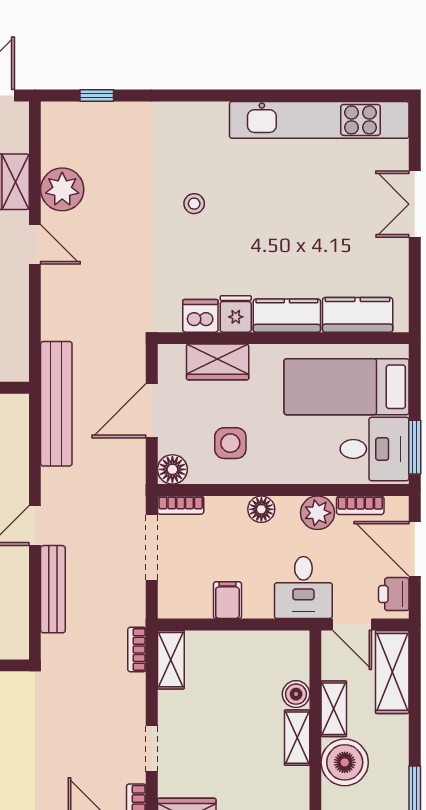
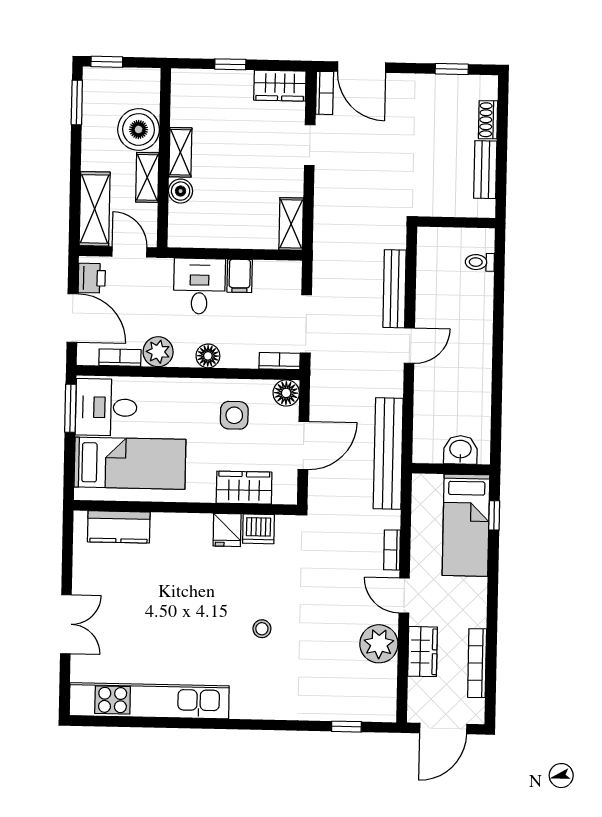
kitchen counter: (287, 316) -> (182, 528), removed
desk: (303, 588) -> (199, 286), moved
bookcase: (137, 649) -> (392, 550), moved, turned 180

